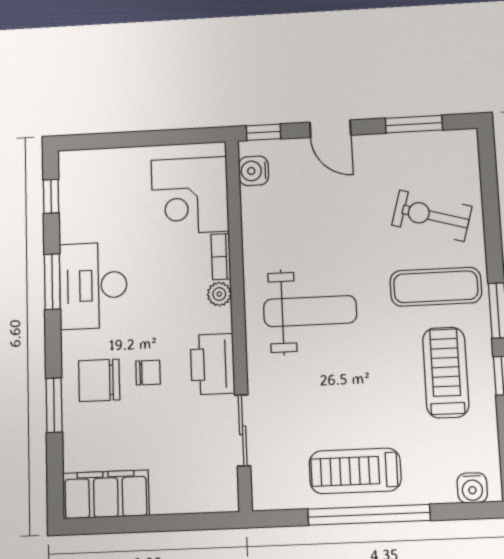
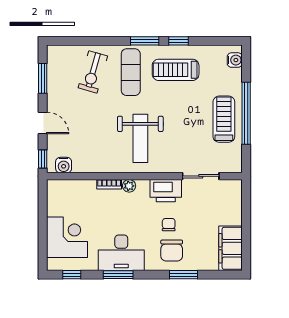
door: (330, 129) -> (43, 123), hinge flipped
corner desk: (190, 196) -> (67, 237), moved, turned -90
weight bench: (310, 311) -> (140, 138), turned 180
treadmill: (355, 471) -> (224, 119), turned 180

